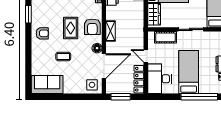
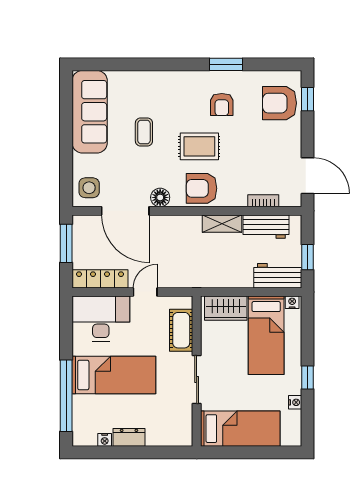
shelving: (111, 31) -> (222, 224), moved
armchair: (42, 33) -> (222, 105), moved
sofa: (47, 85) -> (90, 112), width x1.36

